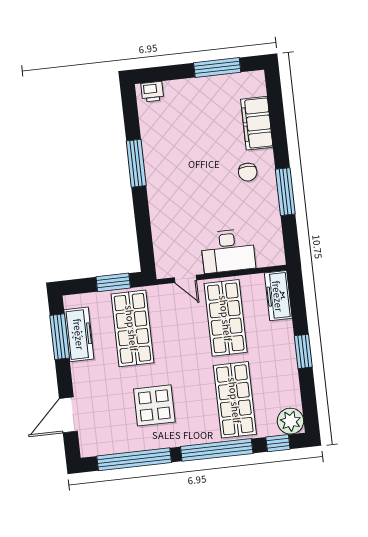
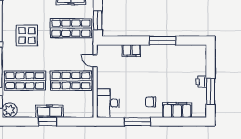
printer: (152, 92) -> (201, 82), moved
filing cabinet: (160, 216) -> (131, 51), added
desk: (228, 251) -> (108, 103), moved
door: (185, 279) -> (95, 61), hinge flipped
freezer: (278, 296) -> (50, 111), moved

